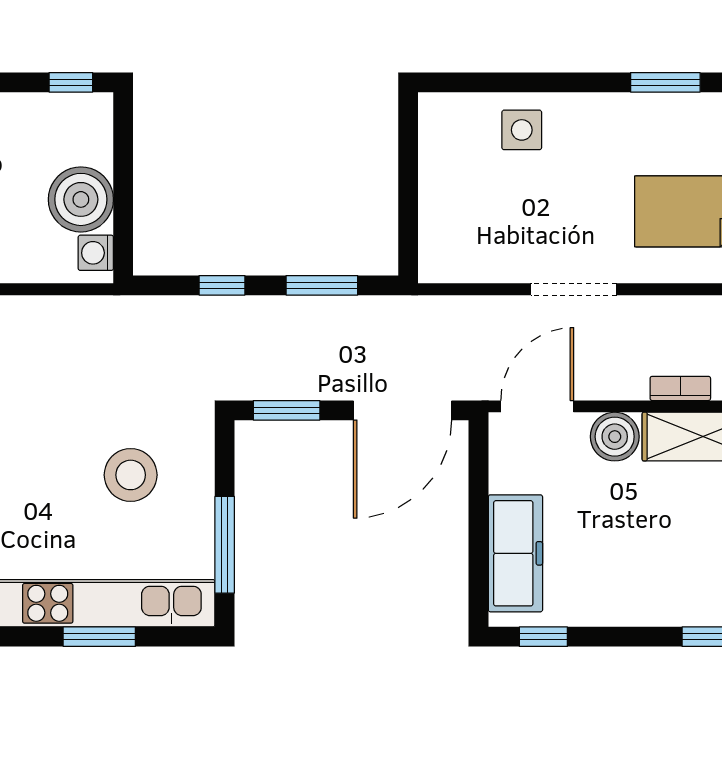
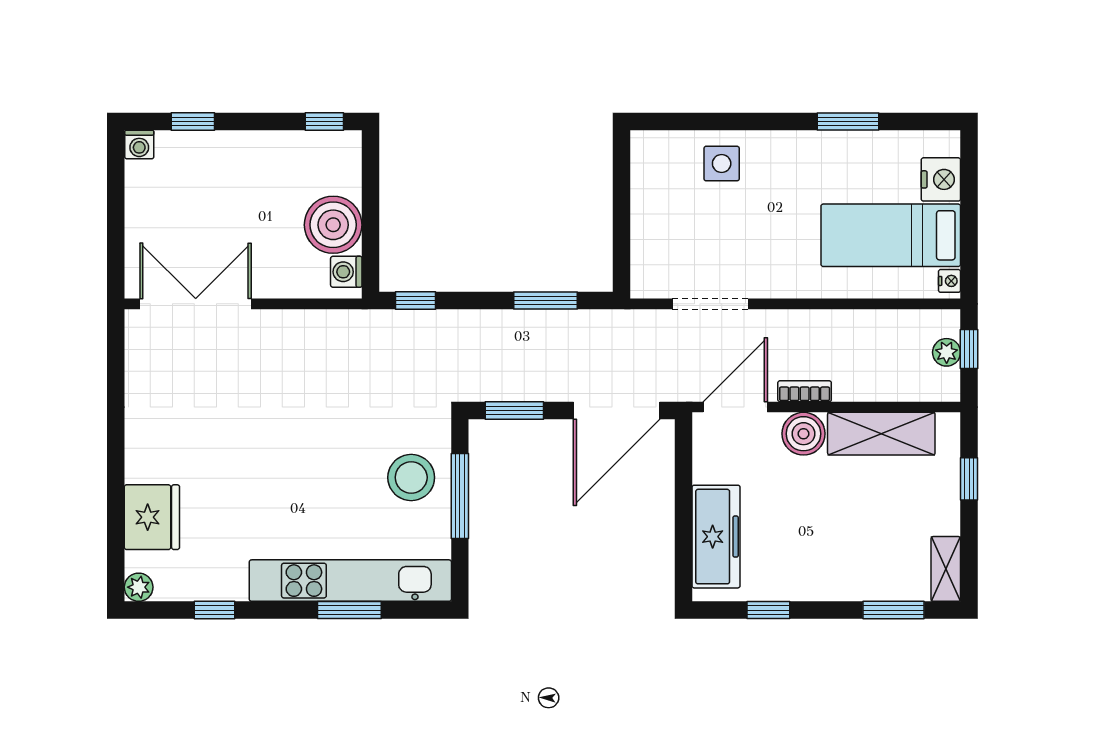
window: (222, 285) -> (416, 300), moved
doorway: (574, 289) -> (710, 304), moved
bookcase: (680, 388) -> (805, 391), moved
stool: (131, 475) -> (411, 477), moved
window: (225, 545) -> (460, 496), moved
window: (543, 637) -> (768, 610), moved

